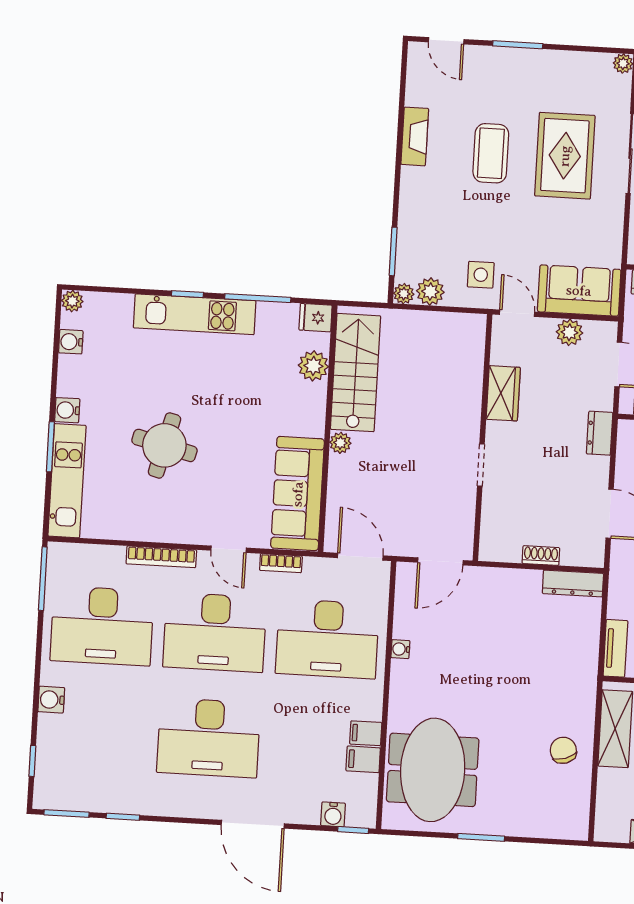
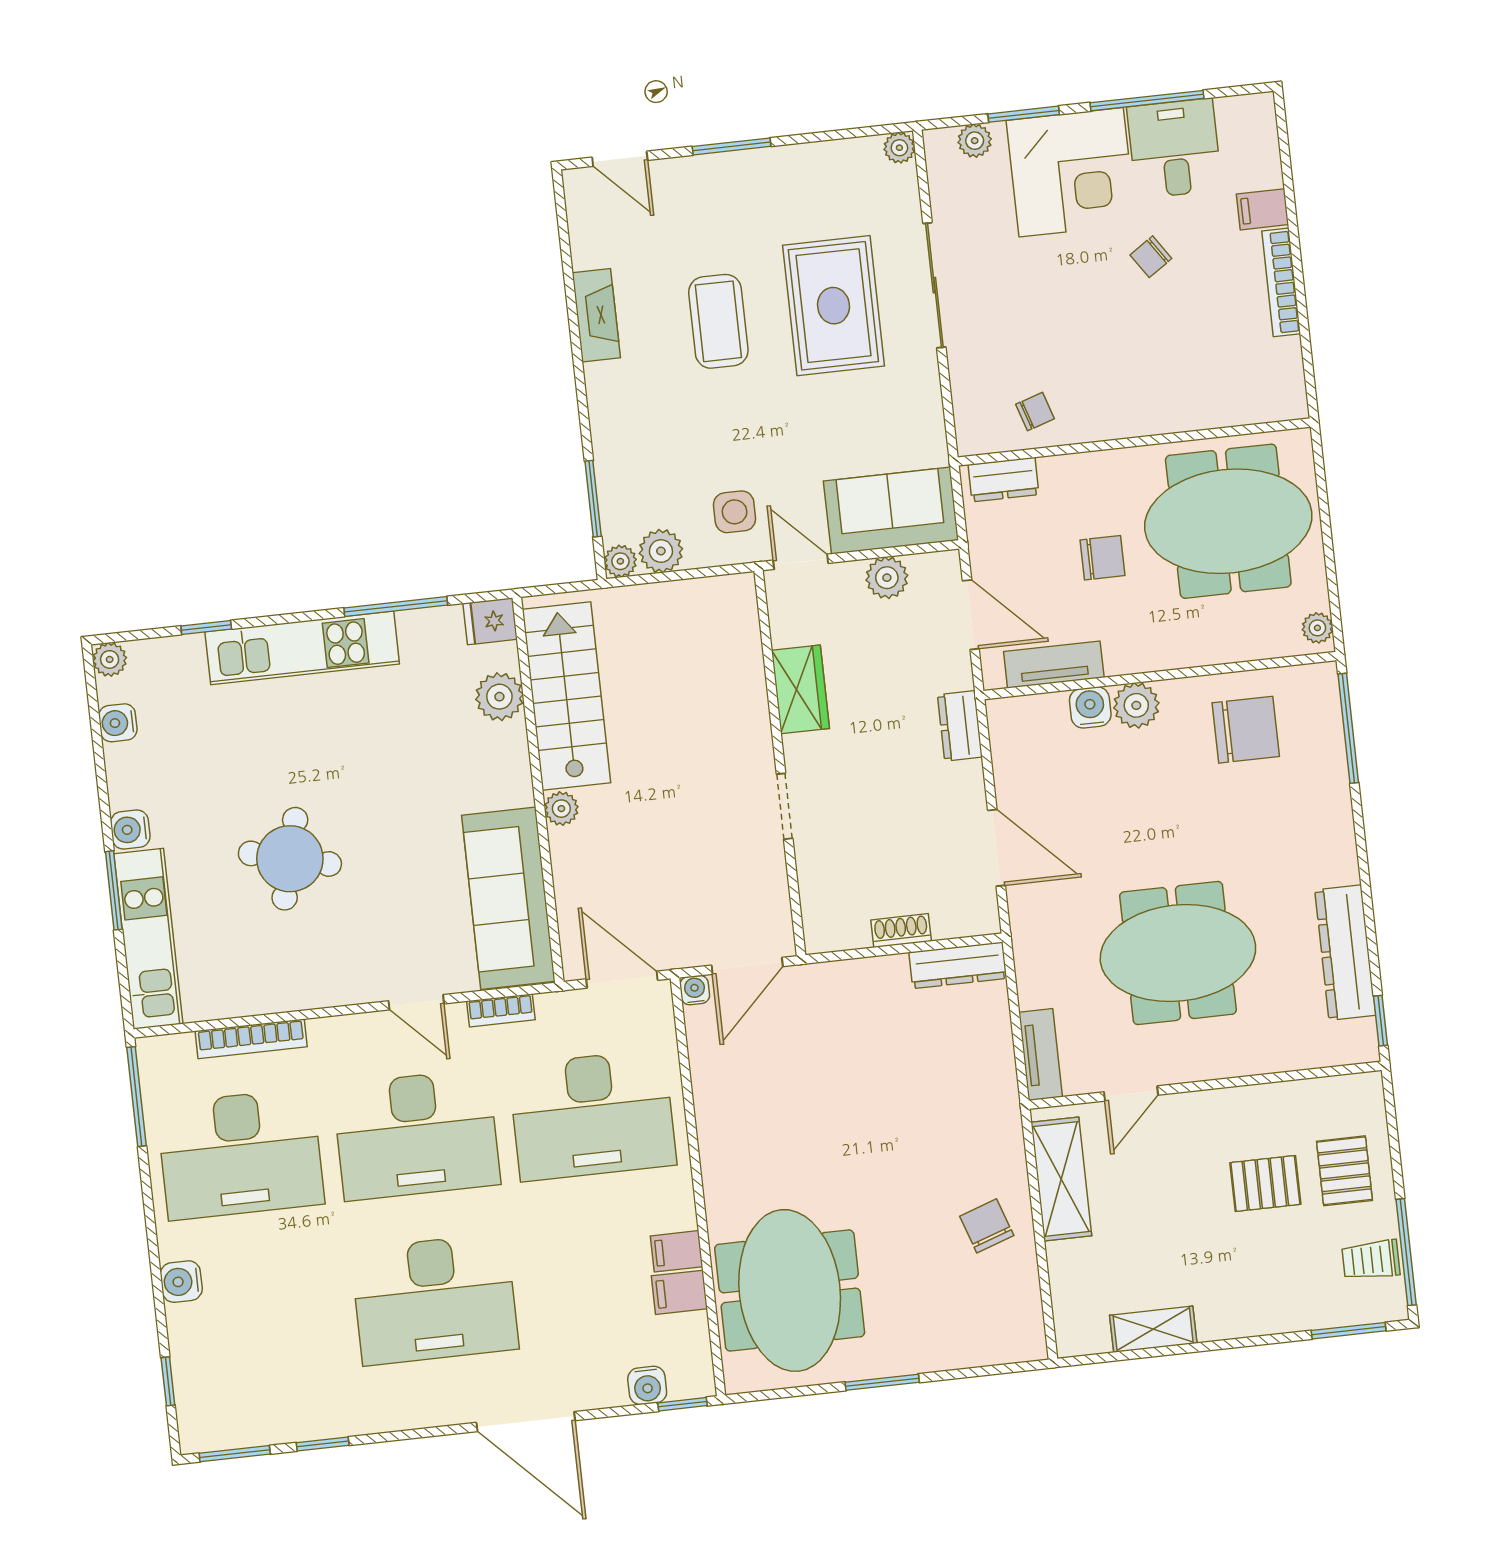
window: (187, 294) -> (206, 627), moved
bookcase: (161, 557) -> (251, 1039), moved
water cooler: (400, 649) -> (695, 990), moved, turned 90

